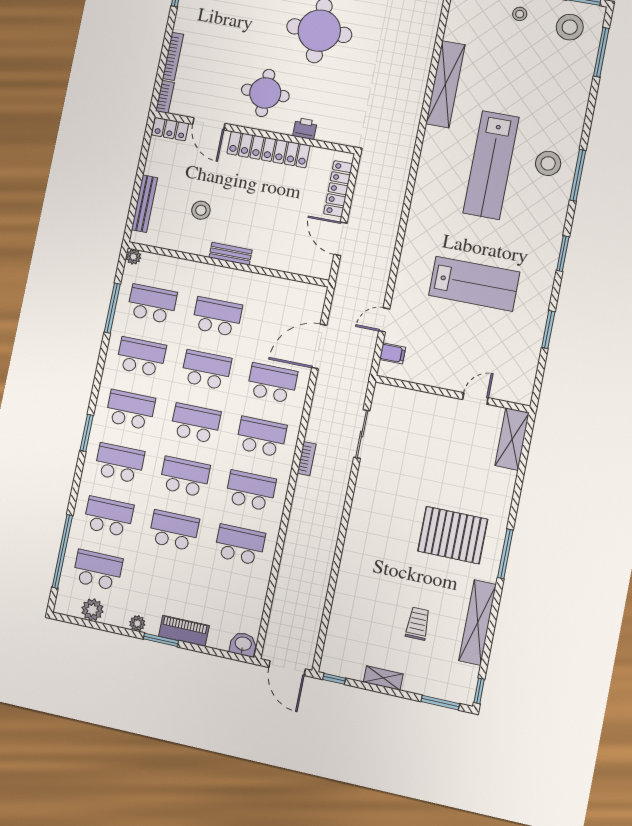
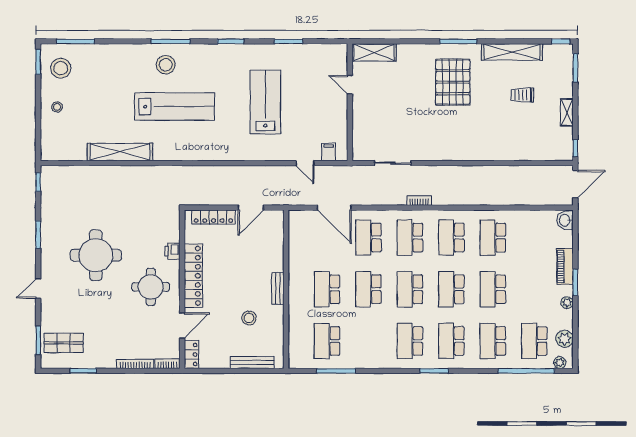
plant: (133, 257) -> (560, 363), moved
school desk: (141, 357) -> (368, 341), removed

